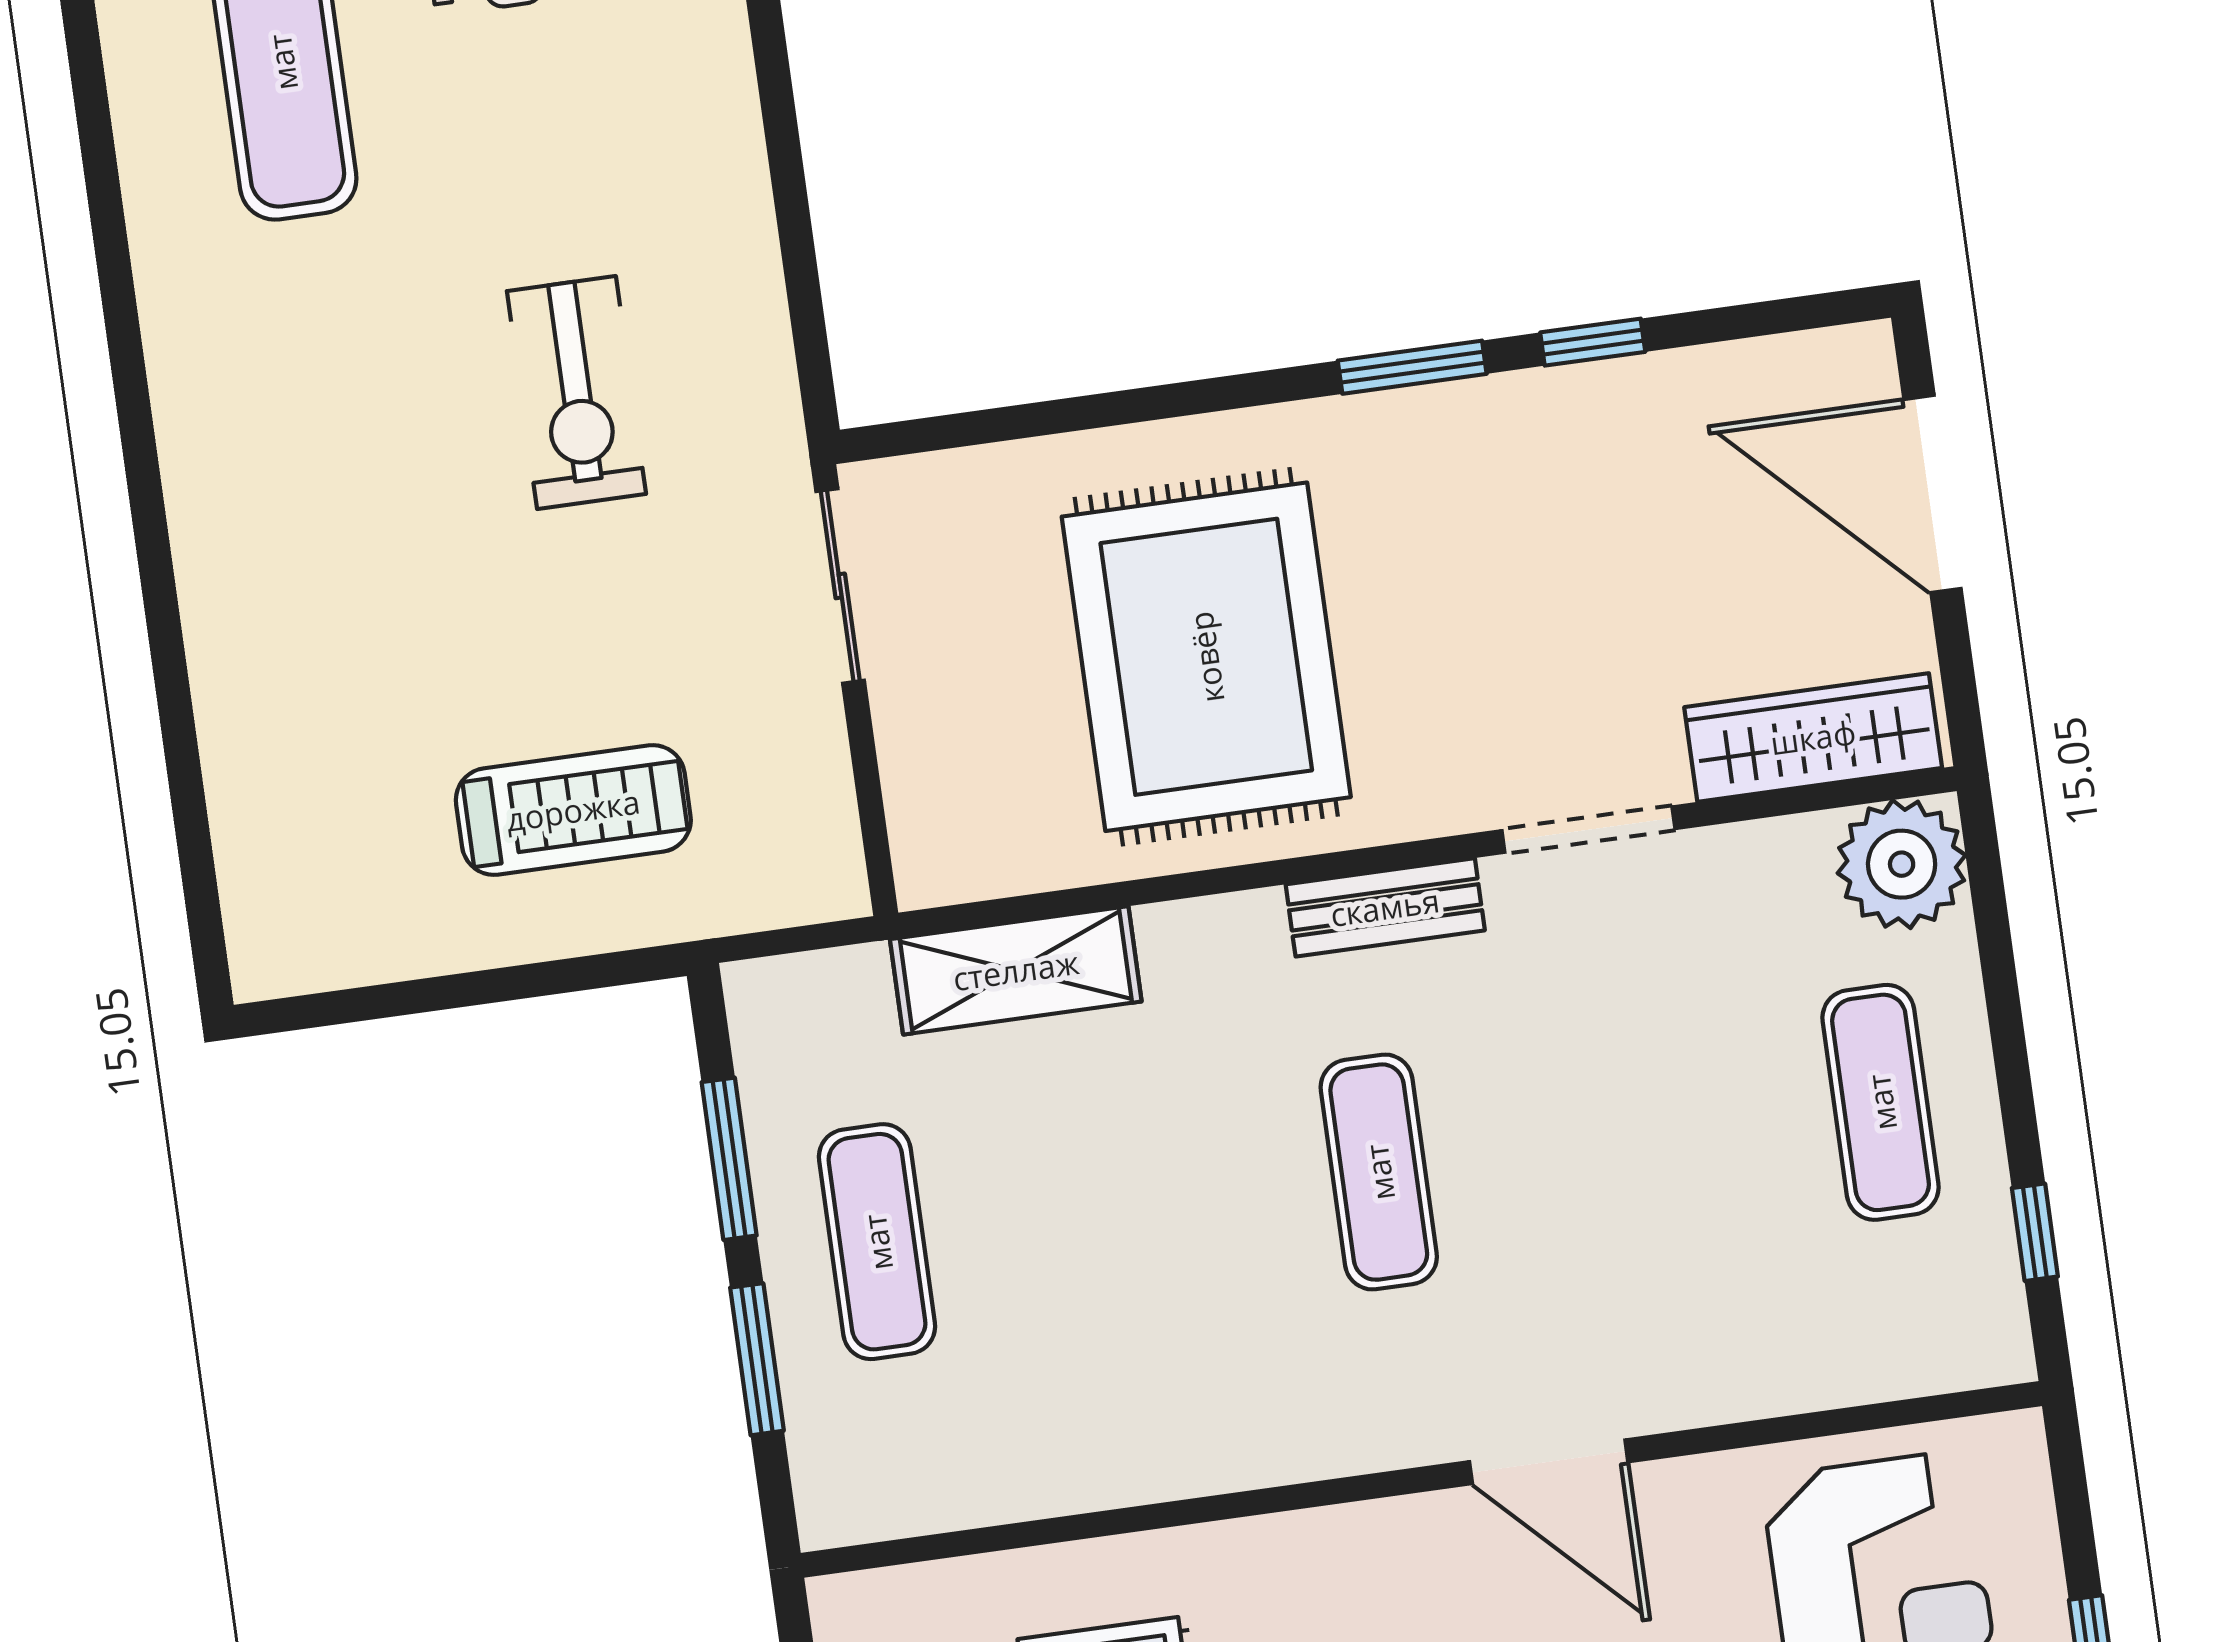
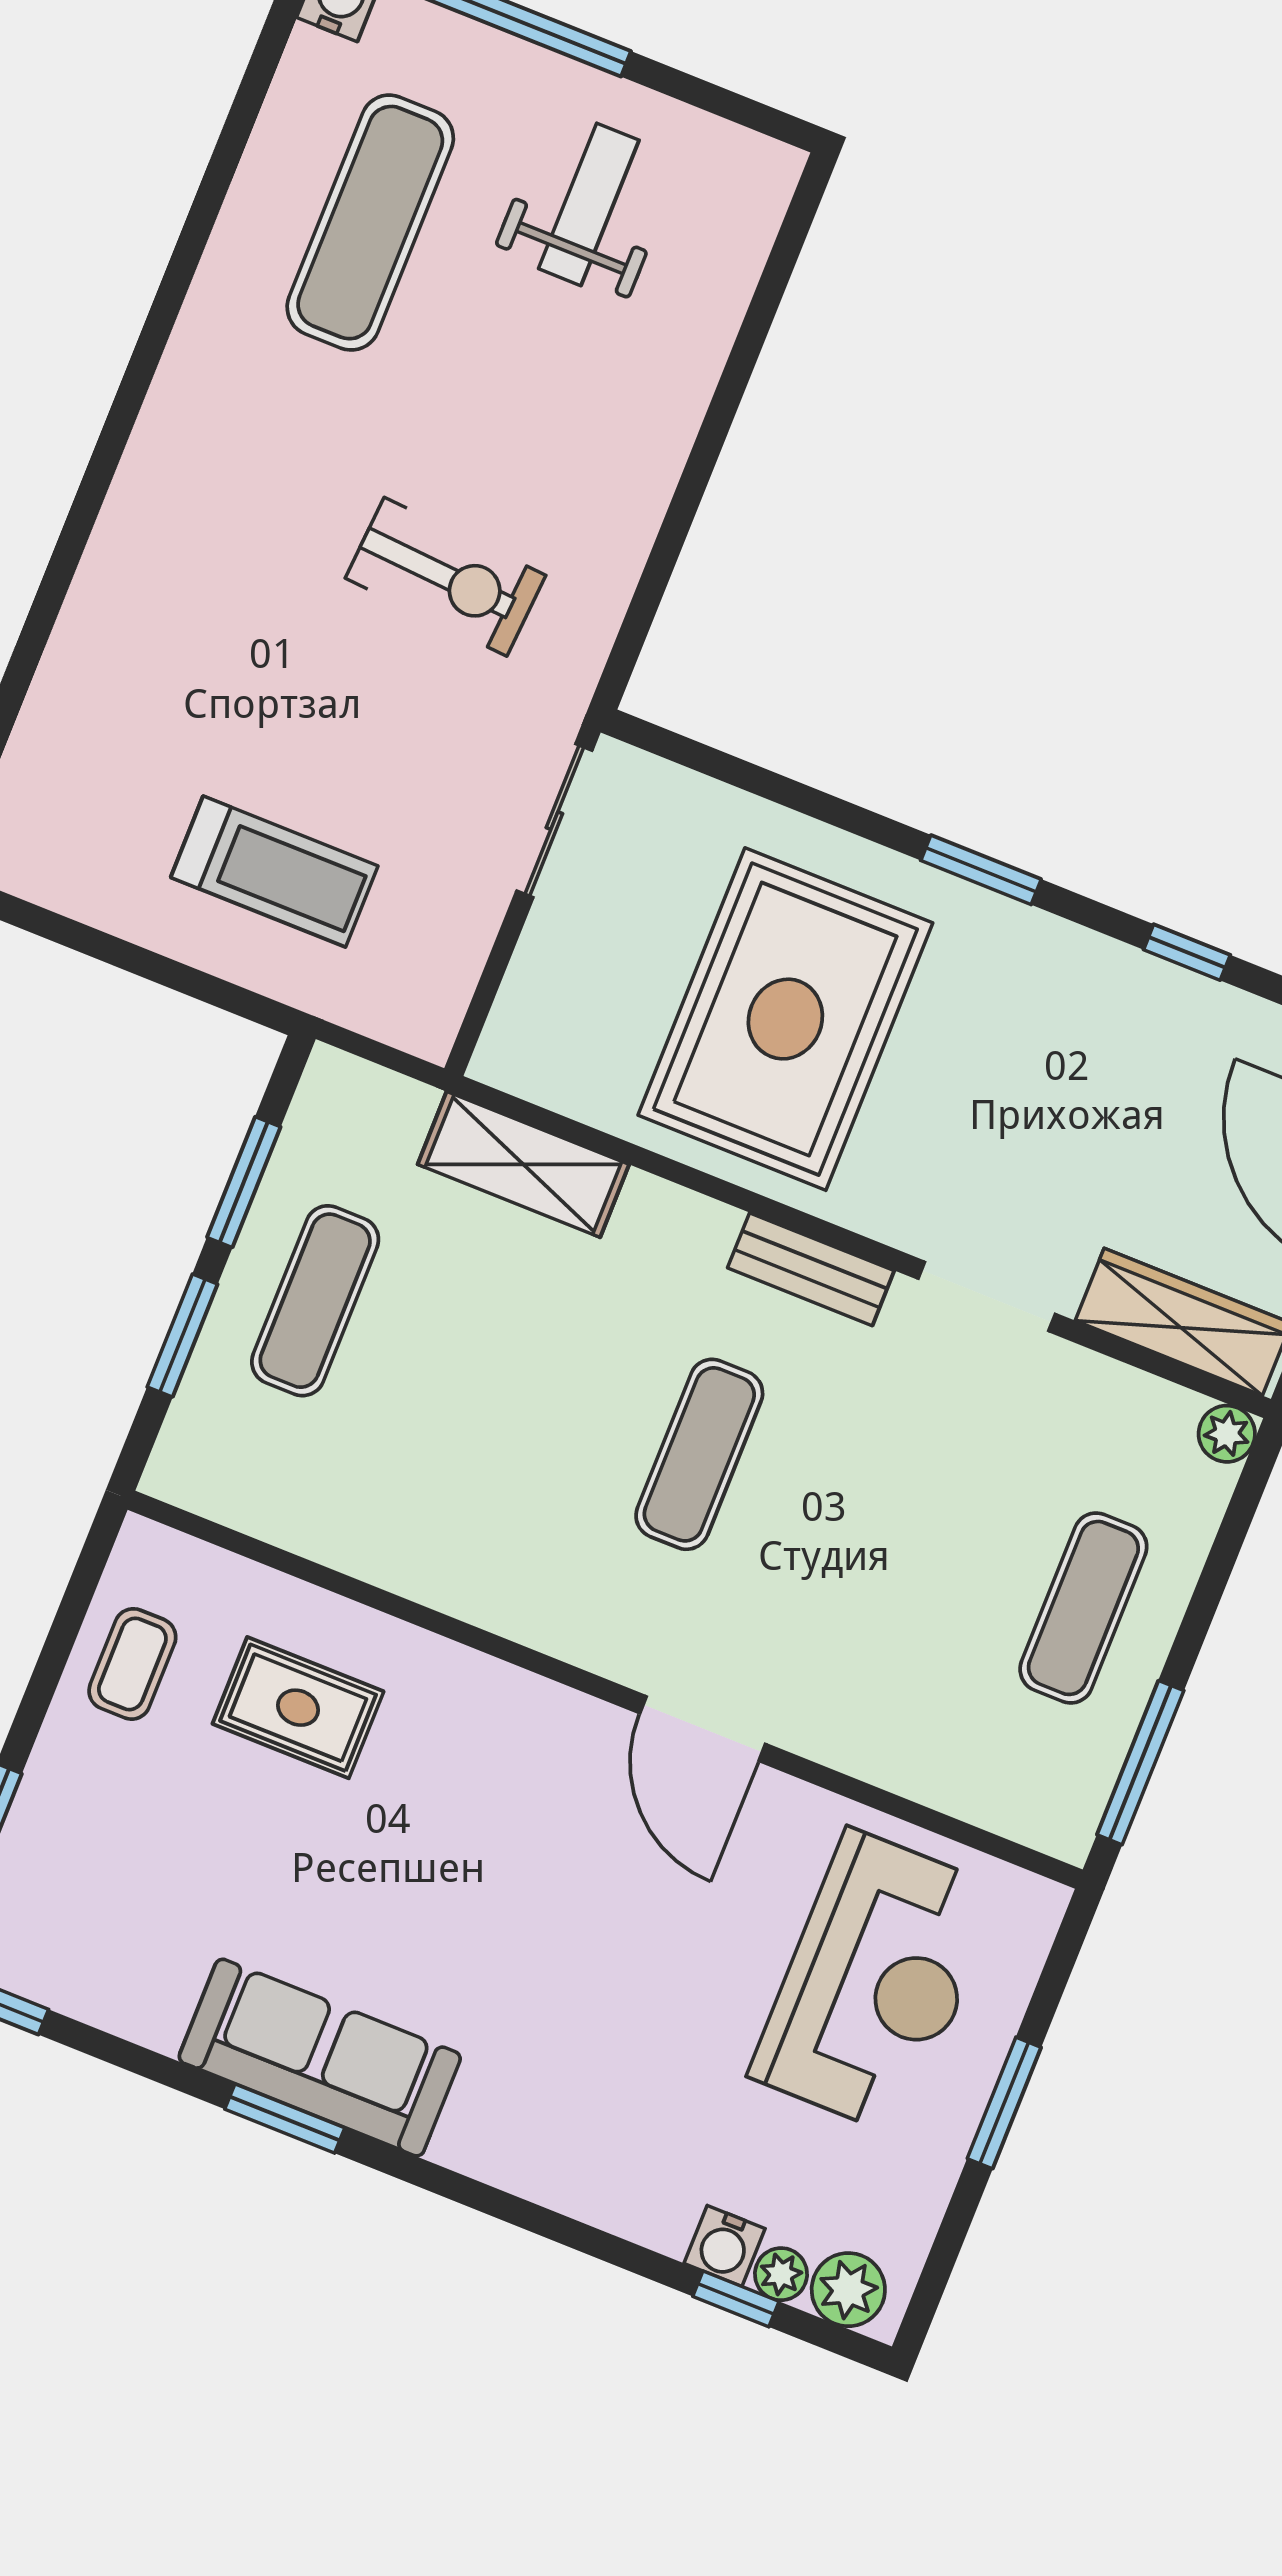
window: (1412, 367) -> (981, 870), moved
exercise bike: (576, 393) -> (446, 577), turned -86
plant: (1902, 864) -> (1227, 1434), width x0.53, depth x0.53
window: (2035, 1232) -> (1140, 1763), width x2.17

